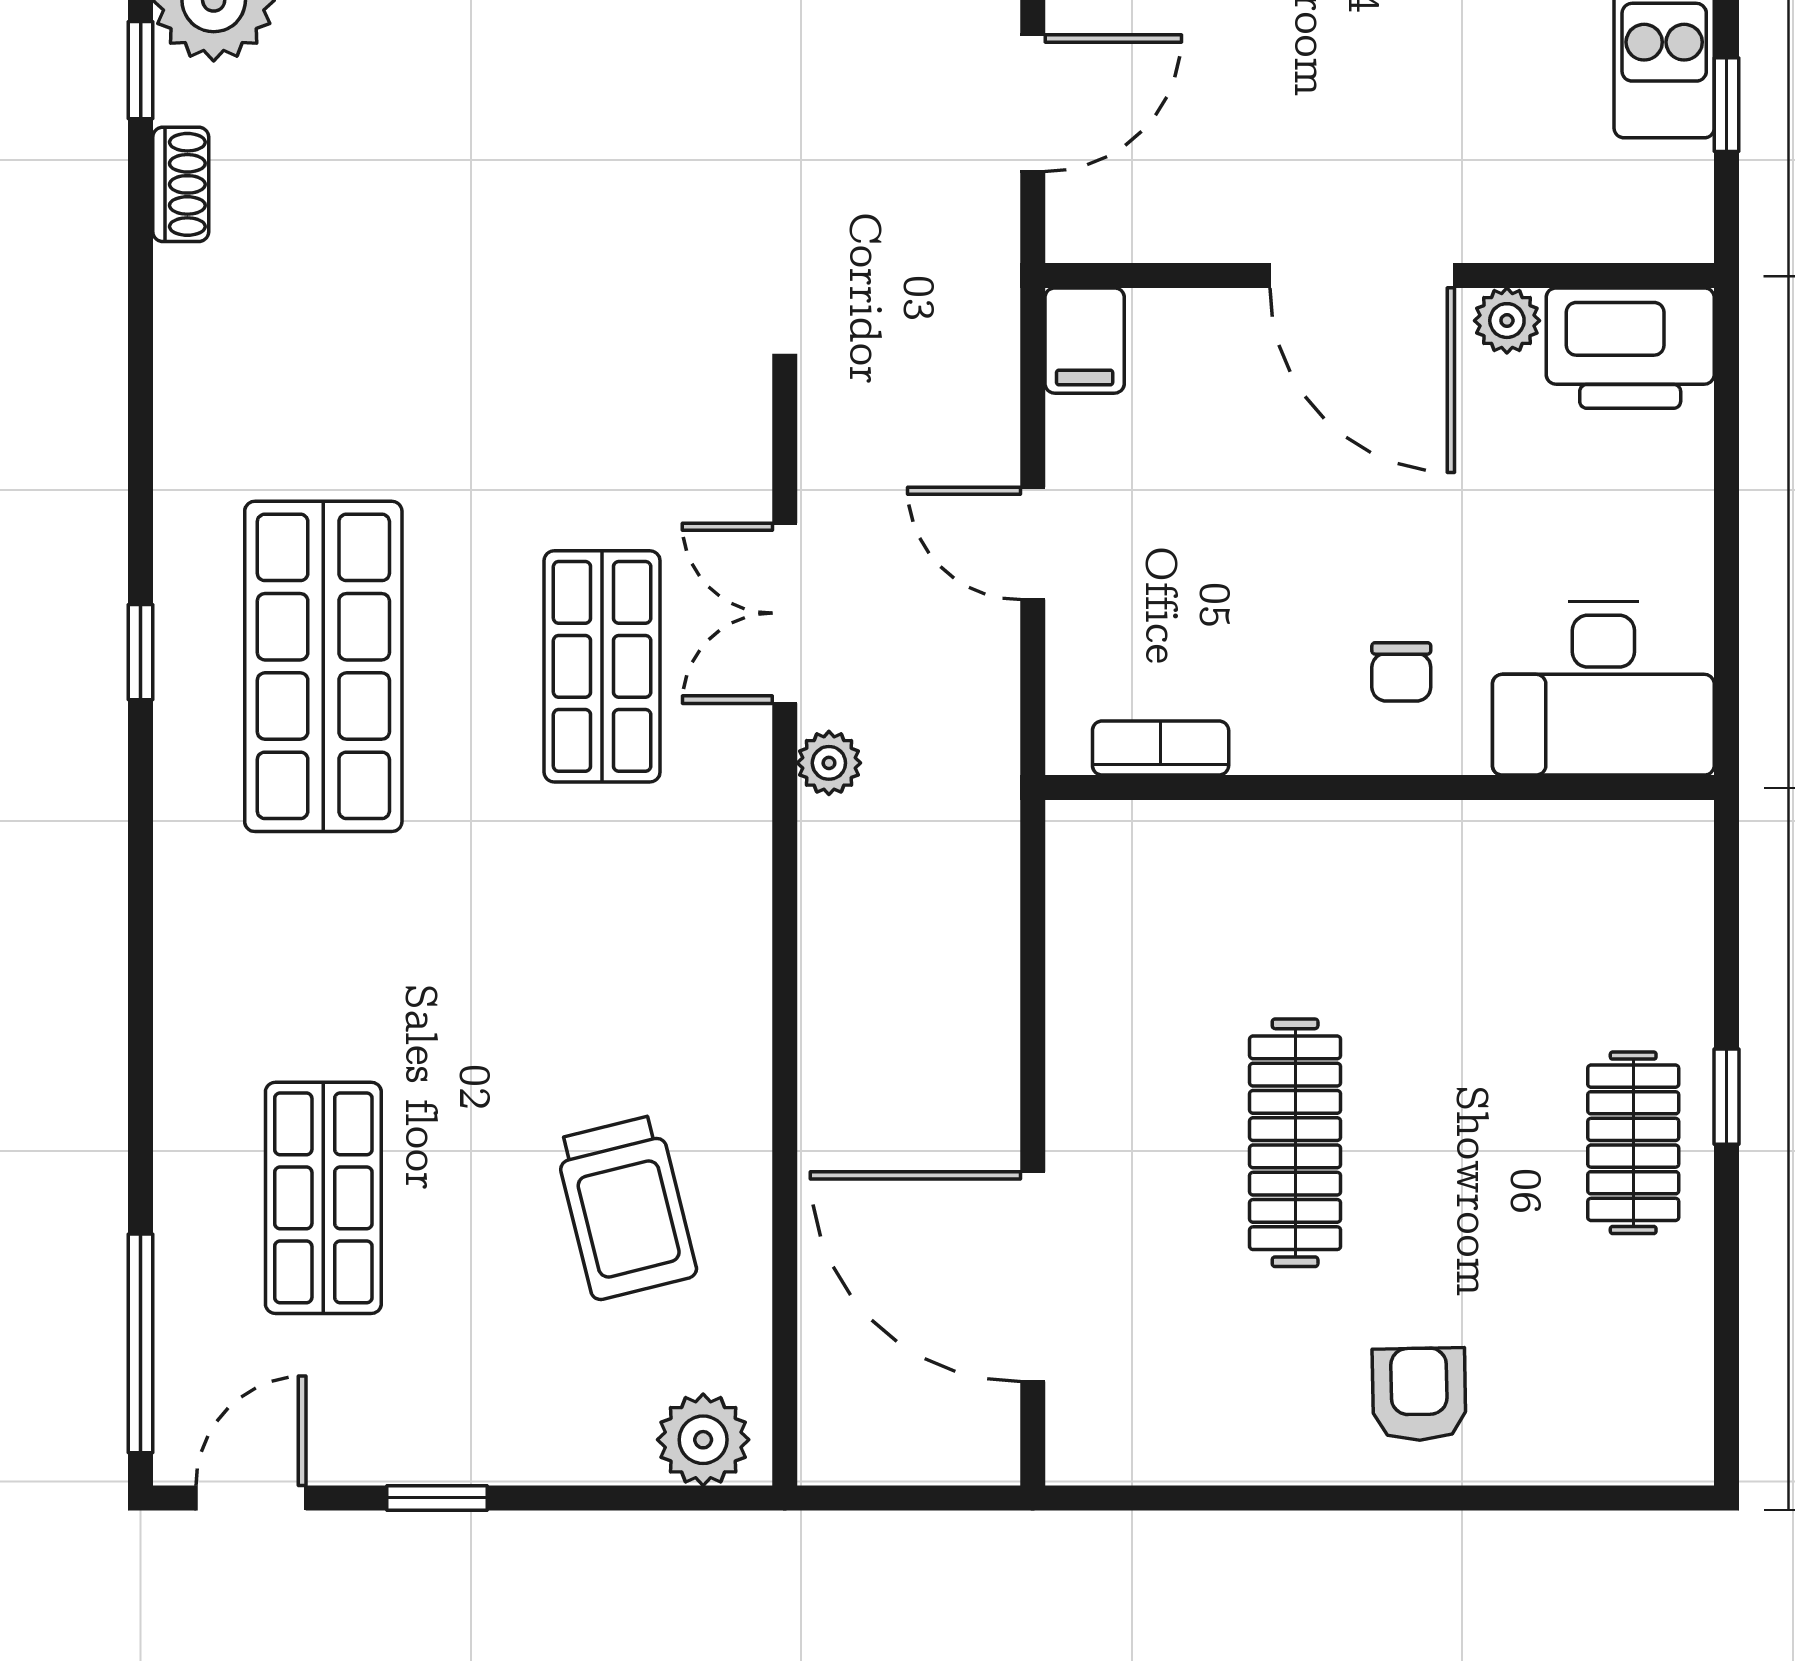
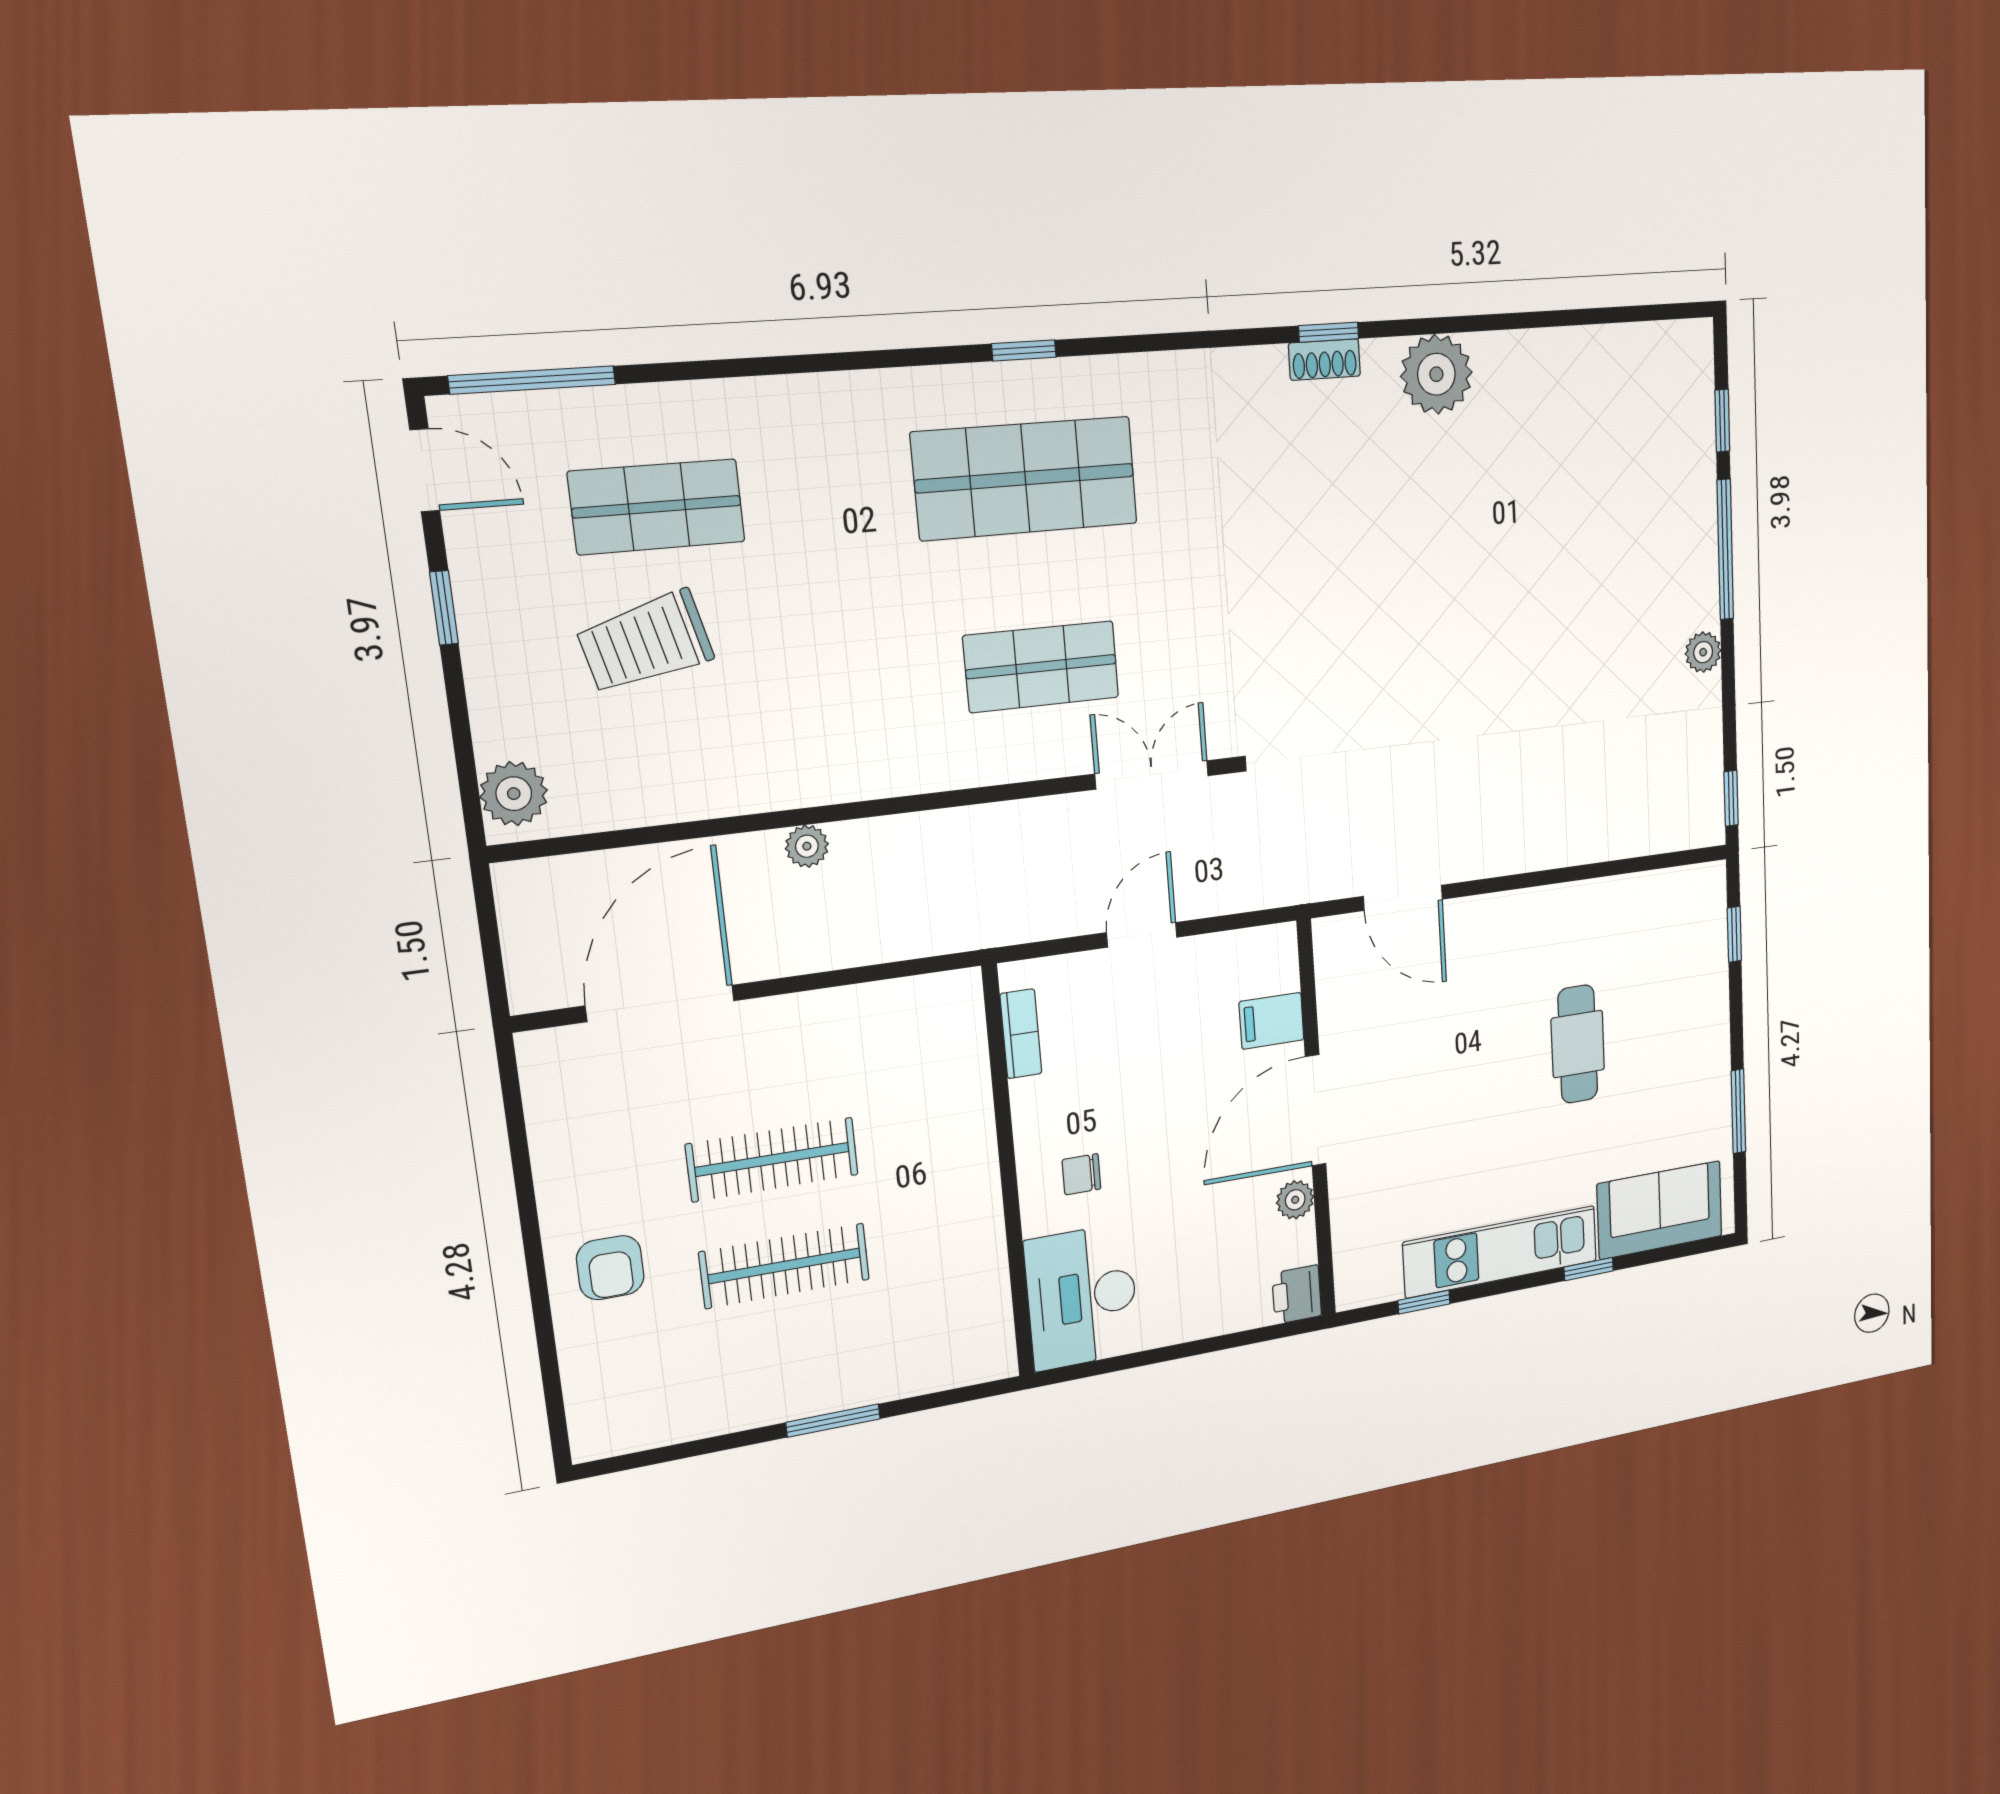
window: (141, 70) -> (1329, 332), moved
filing cabinet: (1085, 341) -> (1271, 1021), moved
printer: (1630, 348) -> (1297, 1294), width x0.53, depth x0.68
double door: (785, 613) -> (1152, 775), moved
plant: (829, 763) -> (807, 846), moved
window: (1727, 1097) -> (833, 1421), width x1.50
clothes rail: (1633, 1143) -> (785, 1266), moved, width x1.36
trolley: (626, 1208) -> (645, 642), moved
armchair: (1419, 1394) -> (610, 1268), turned 91

